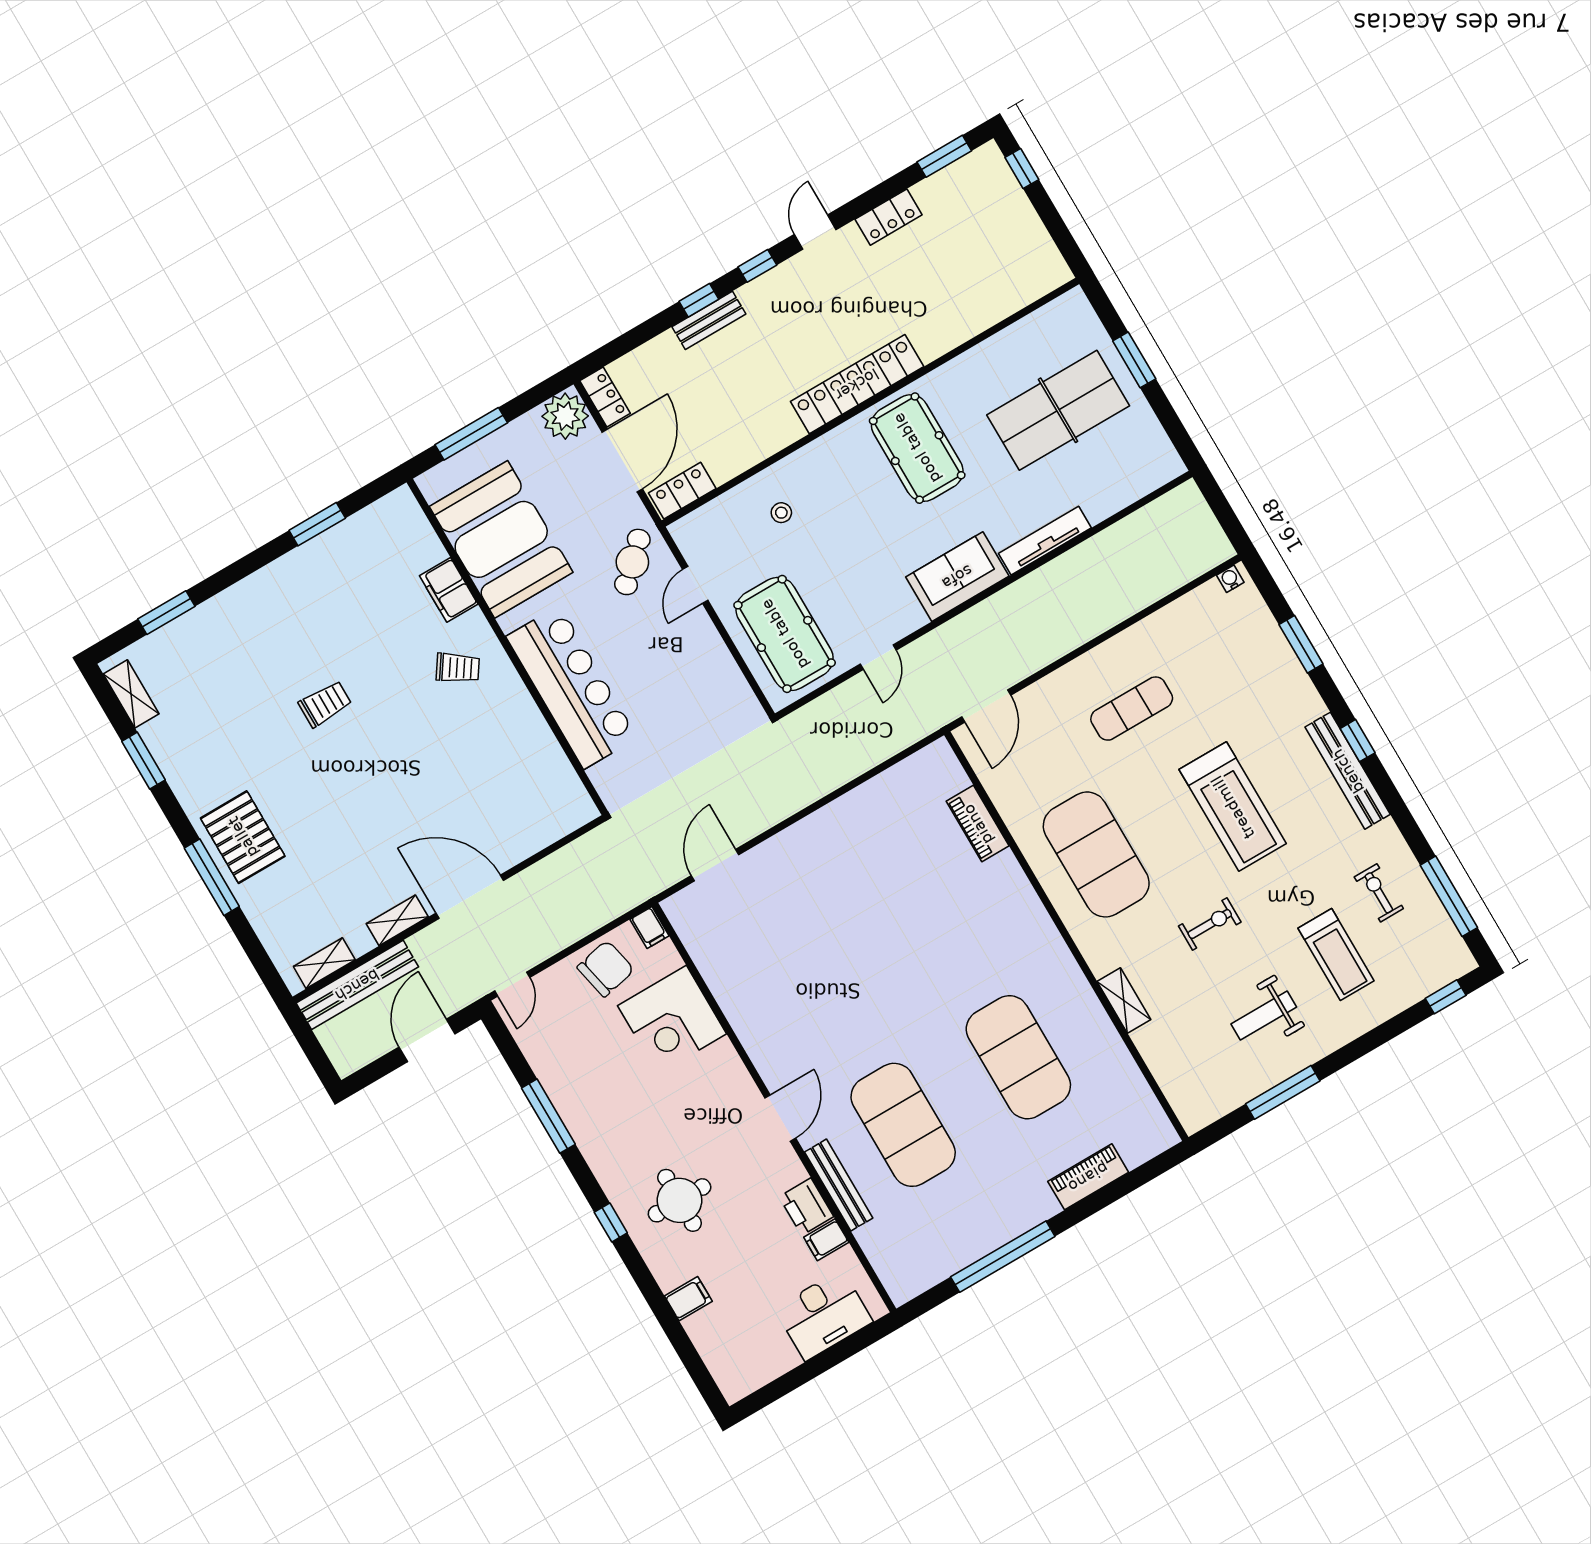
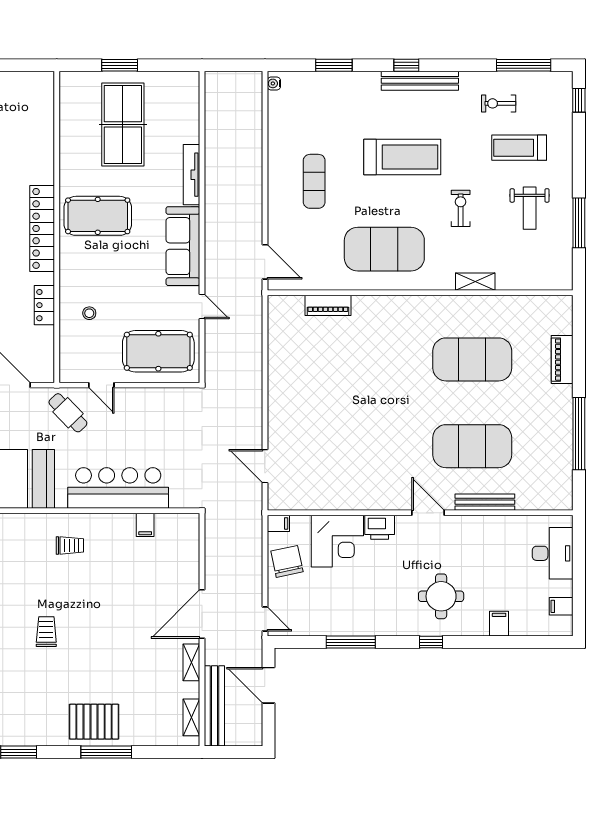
locker: (682, 491) -> (44, 305), moved
sofa: (957, 577) -> (183, 246), width x1.36
filing cabinet: (449, 590) -> (145, 525), moved, width x0.50
trolley: (458, 668) -> (70, 545), turned 56
treadmill: (1336, 954) -> (519, 148), turned 180
printer: (806, 1207) -> (380, 527), moved
filing cabinet: (826, 1240) -> (561, 606), moved, turned 90

